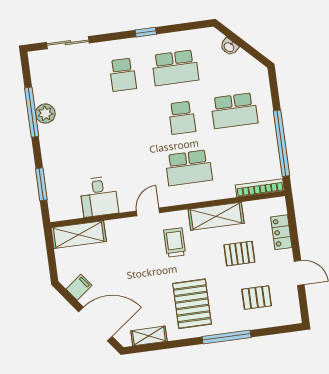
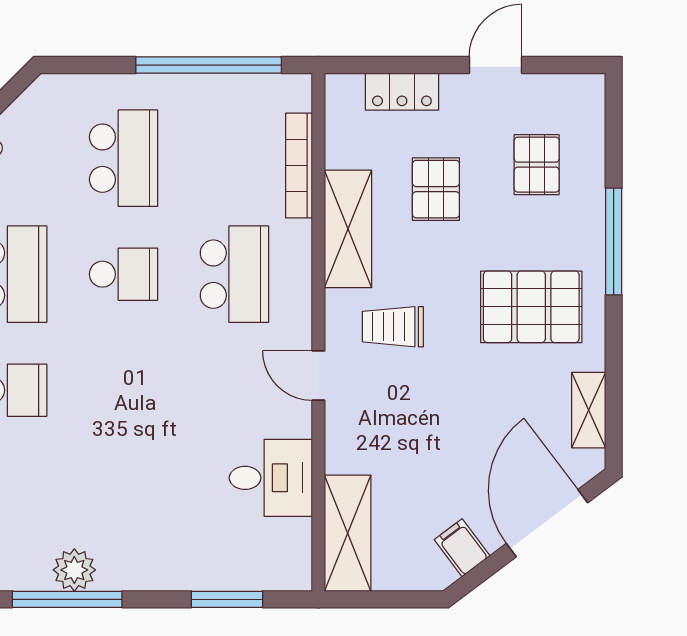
bookcase: (260, 188) -> (299, 166), moved

